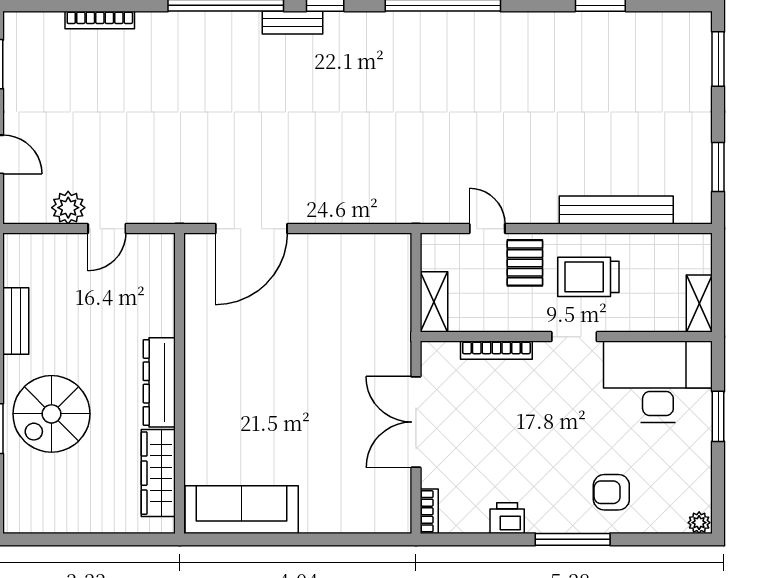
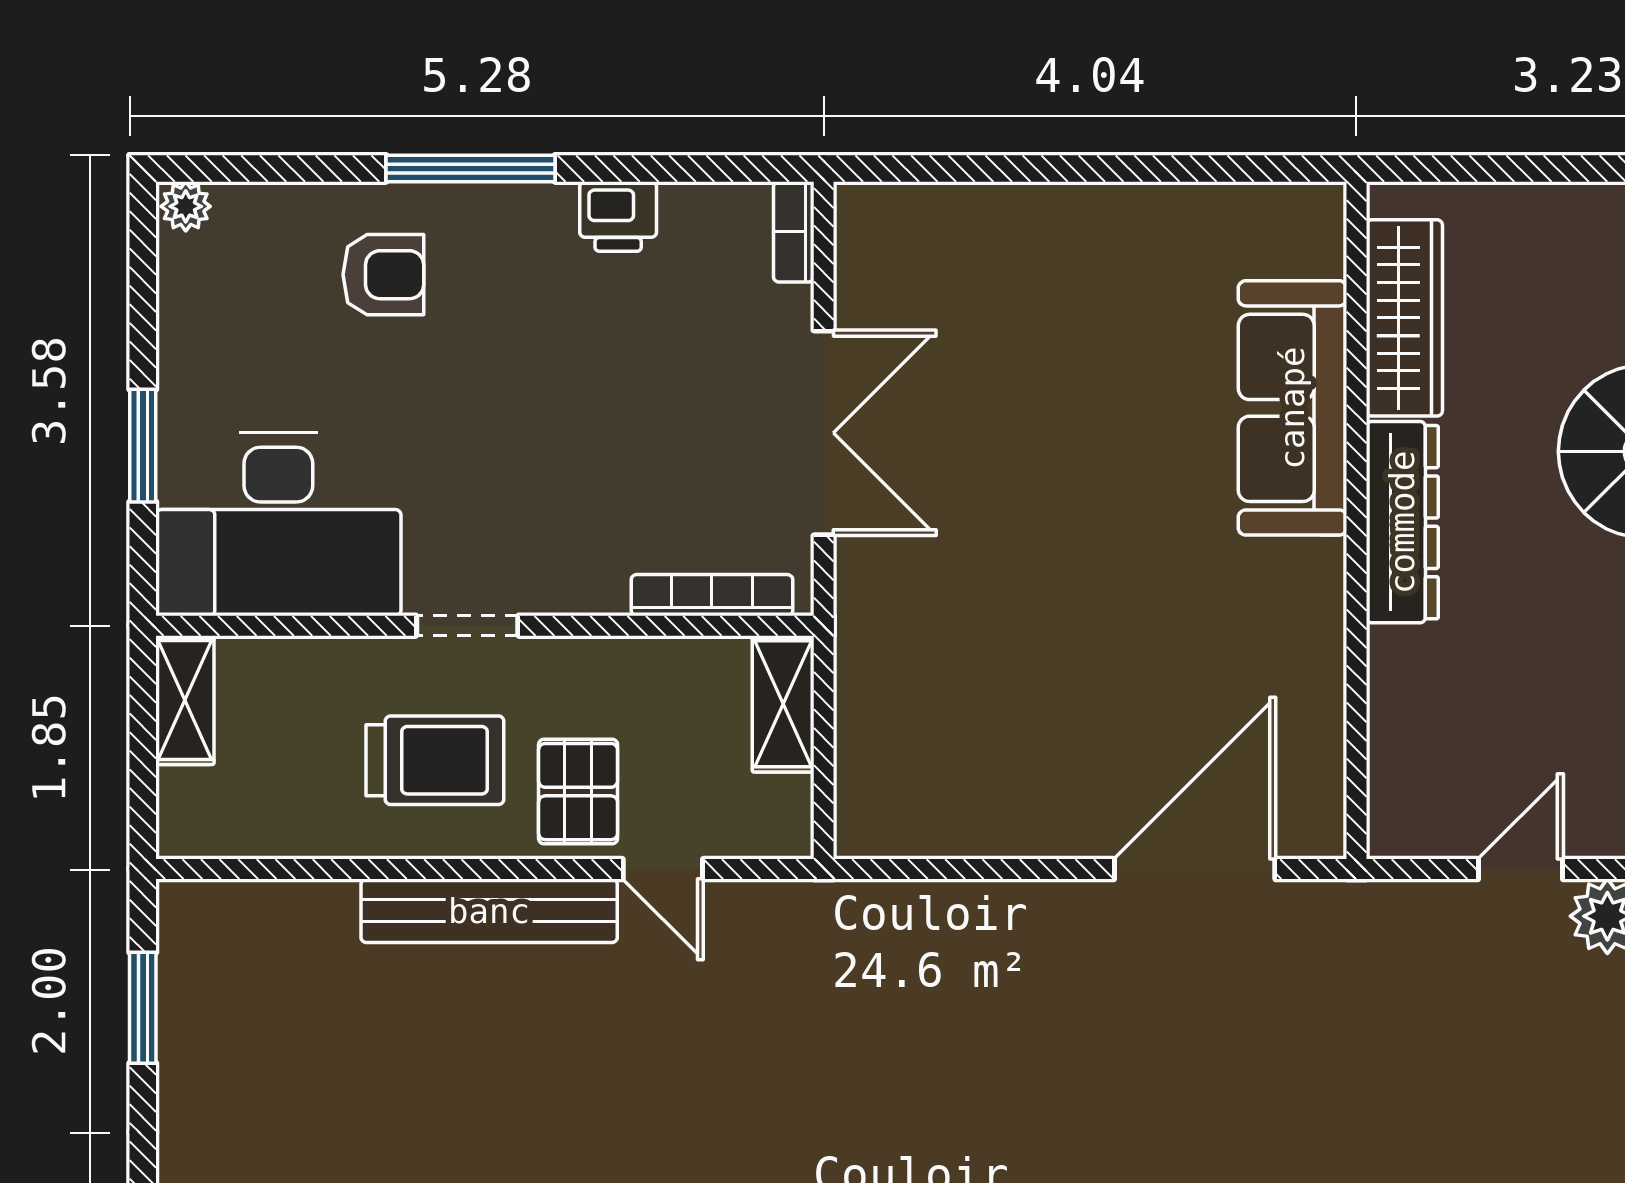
bench: (616, 210) -> (489, 911), moved
bookcase: (496, 350) -> (712, 595), moved
sofa: (242, 510) -> (1292, 408), moved, turned 90

